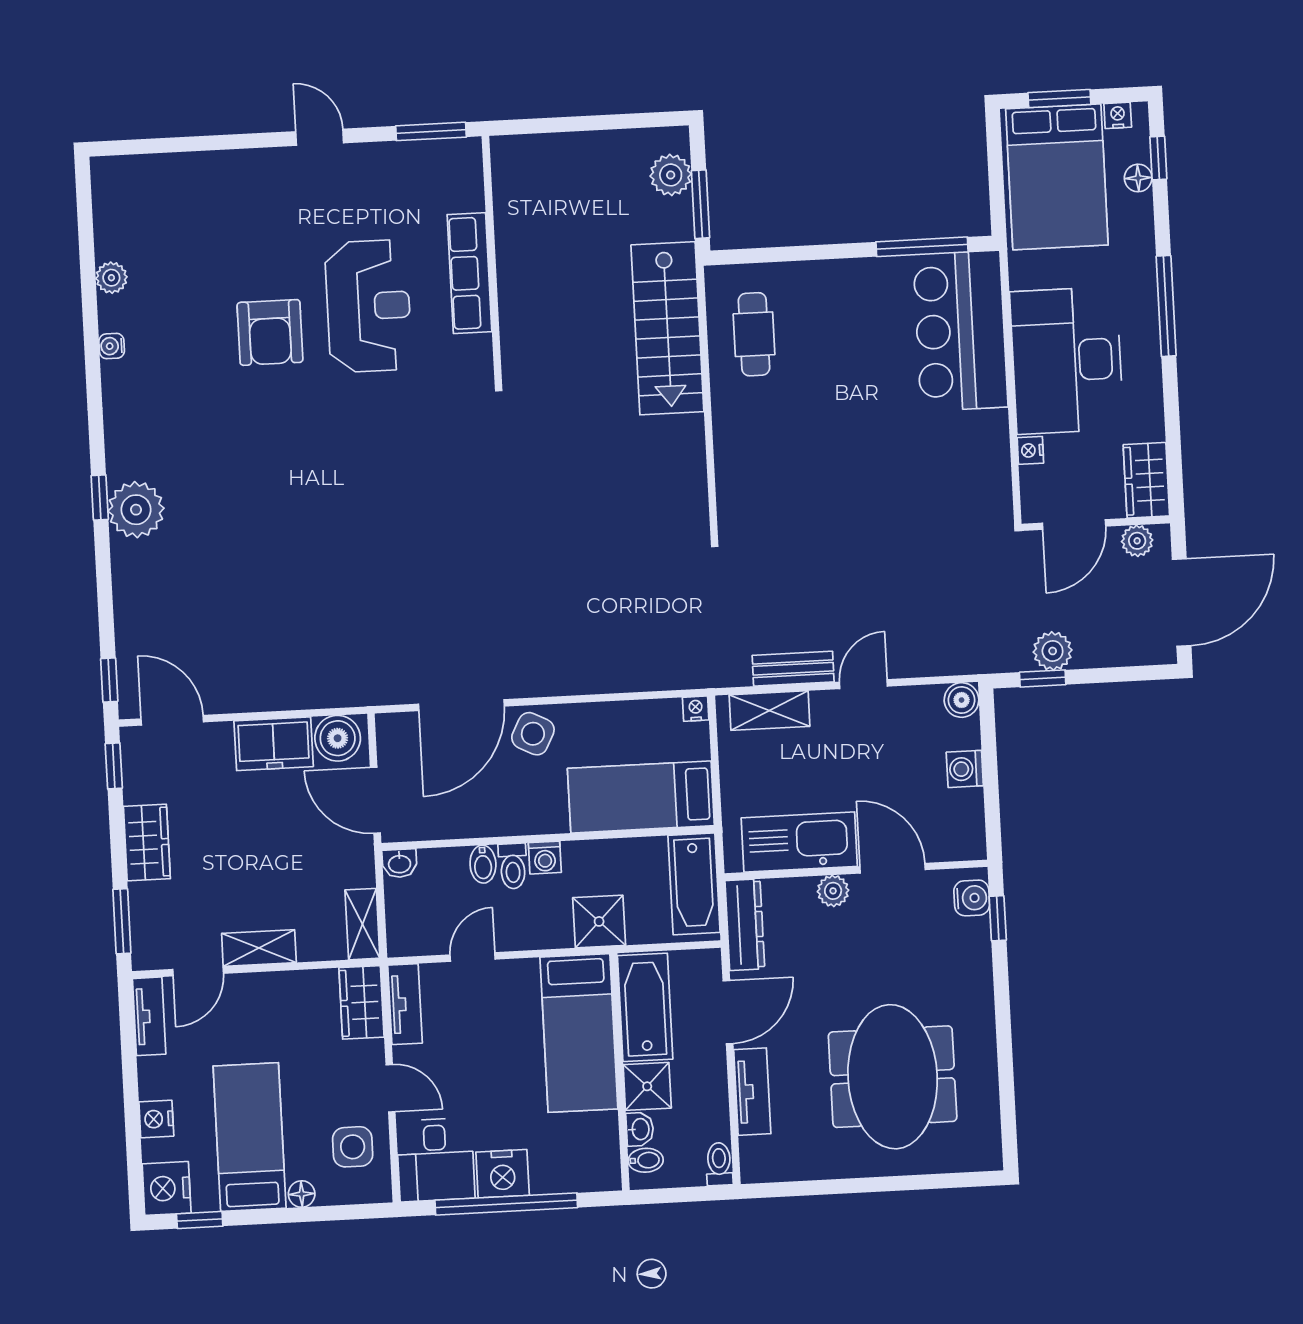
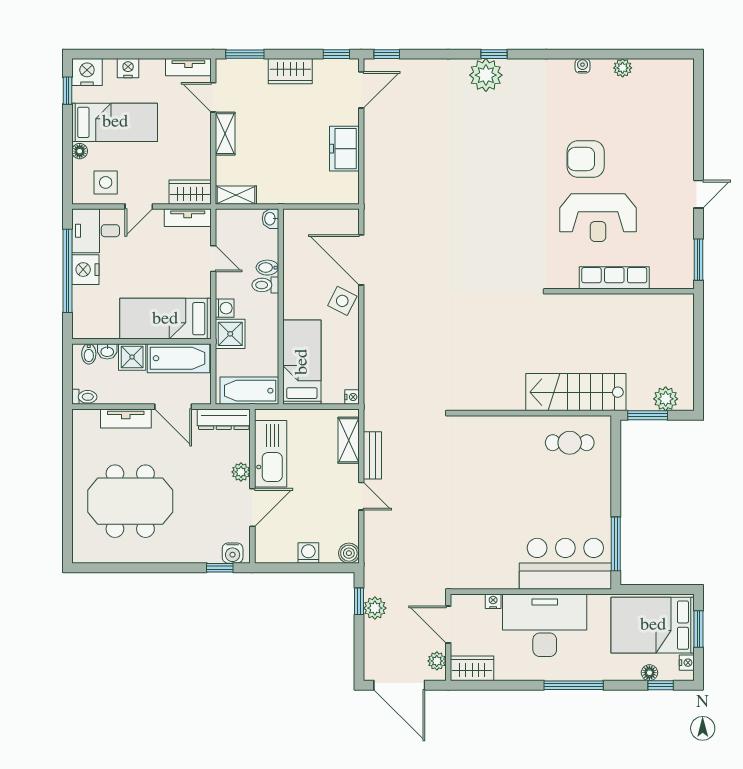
boiler: (338, 738) -> (346, 186), removed
door: (375, 800) -> (308, 206), removed
washing machine: (545, 858) -> (225, 308), moved, turned 180

